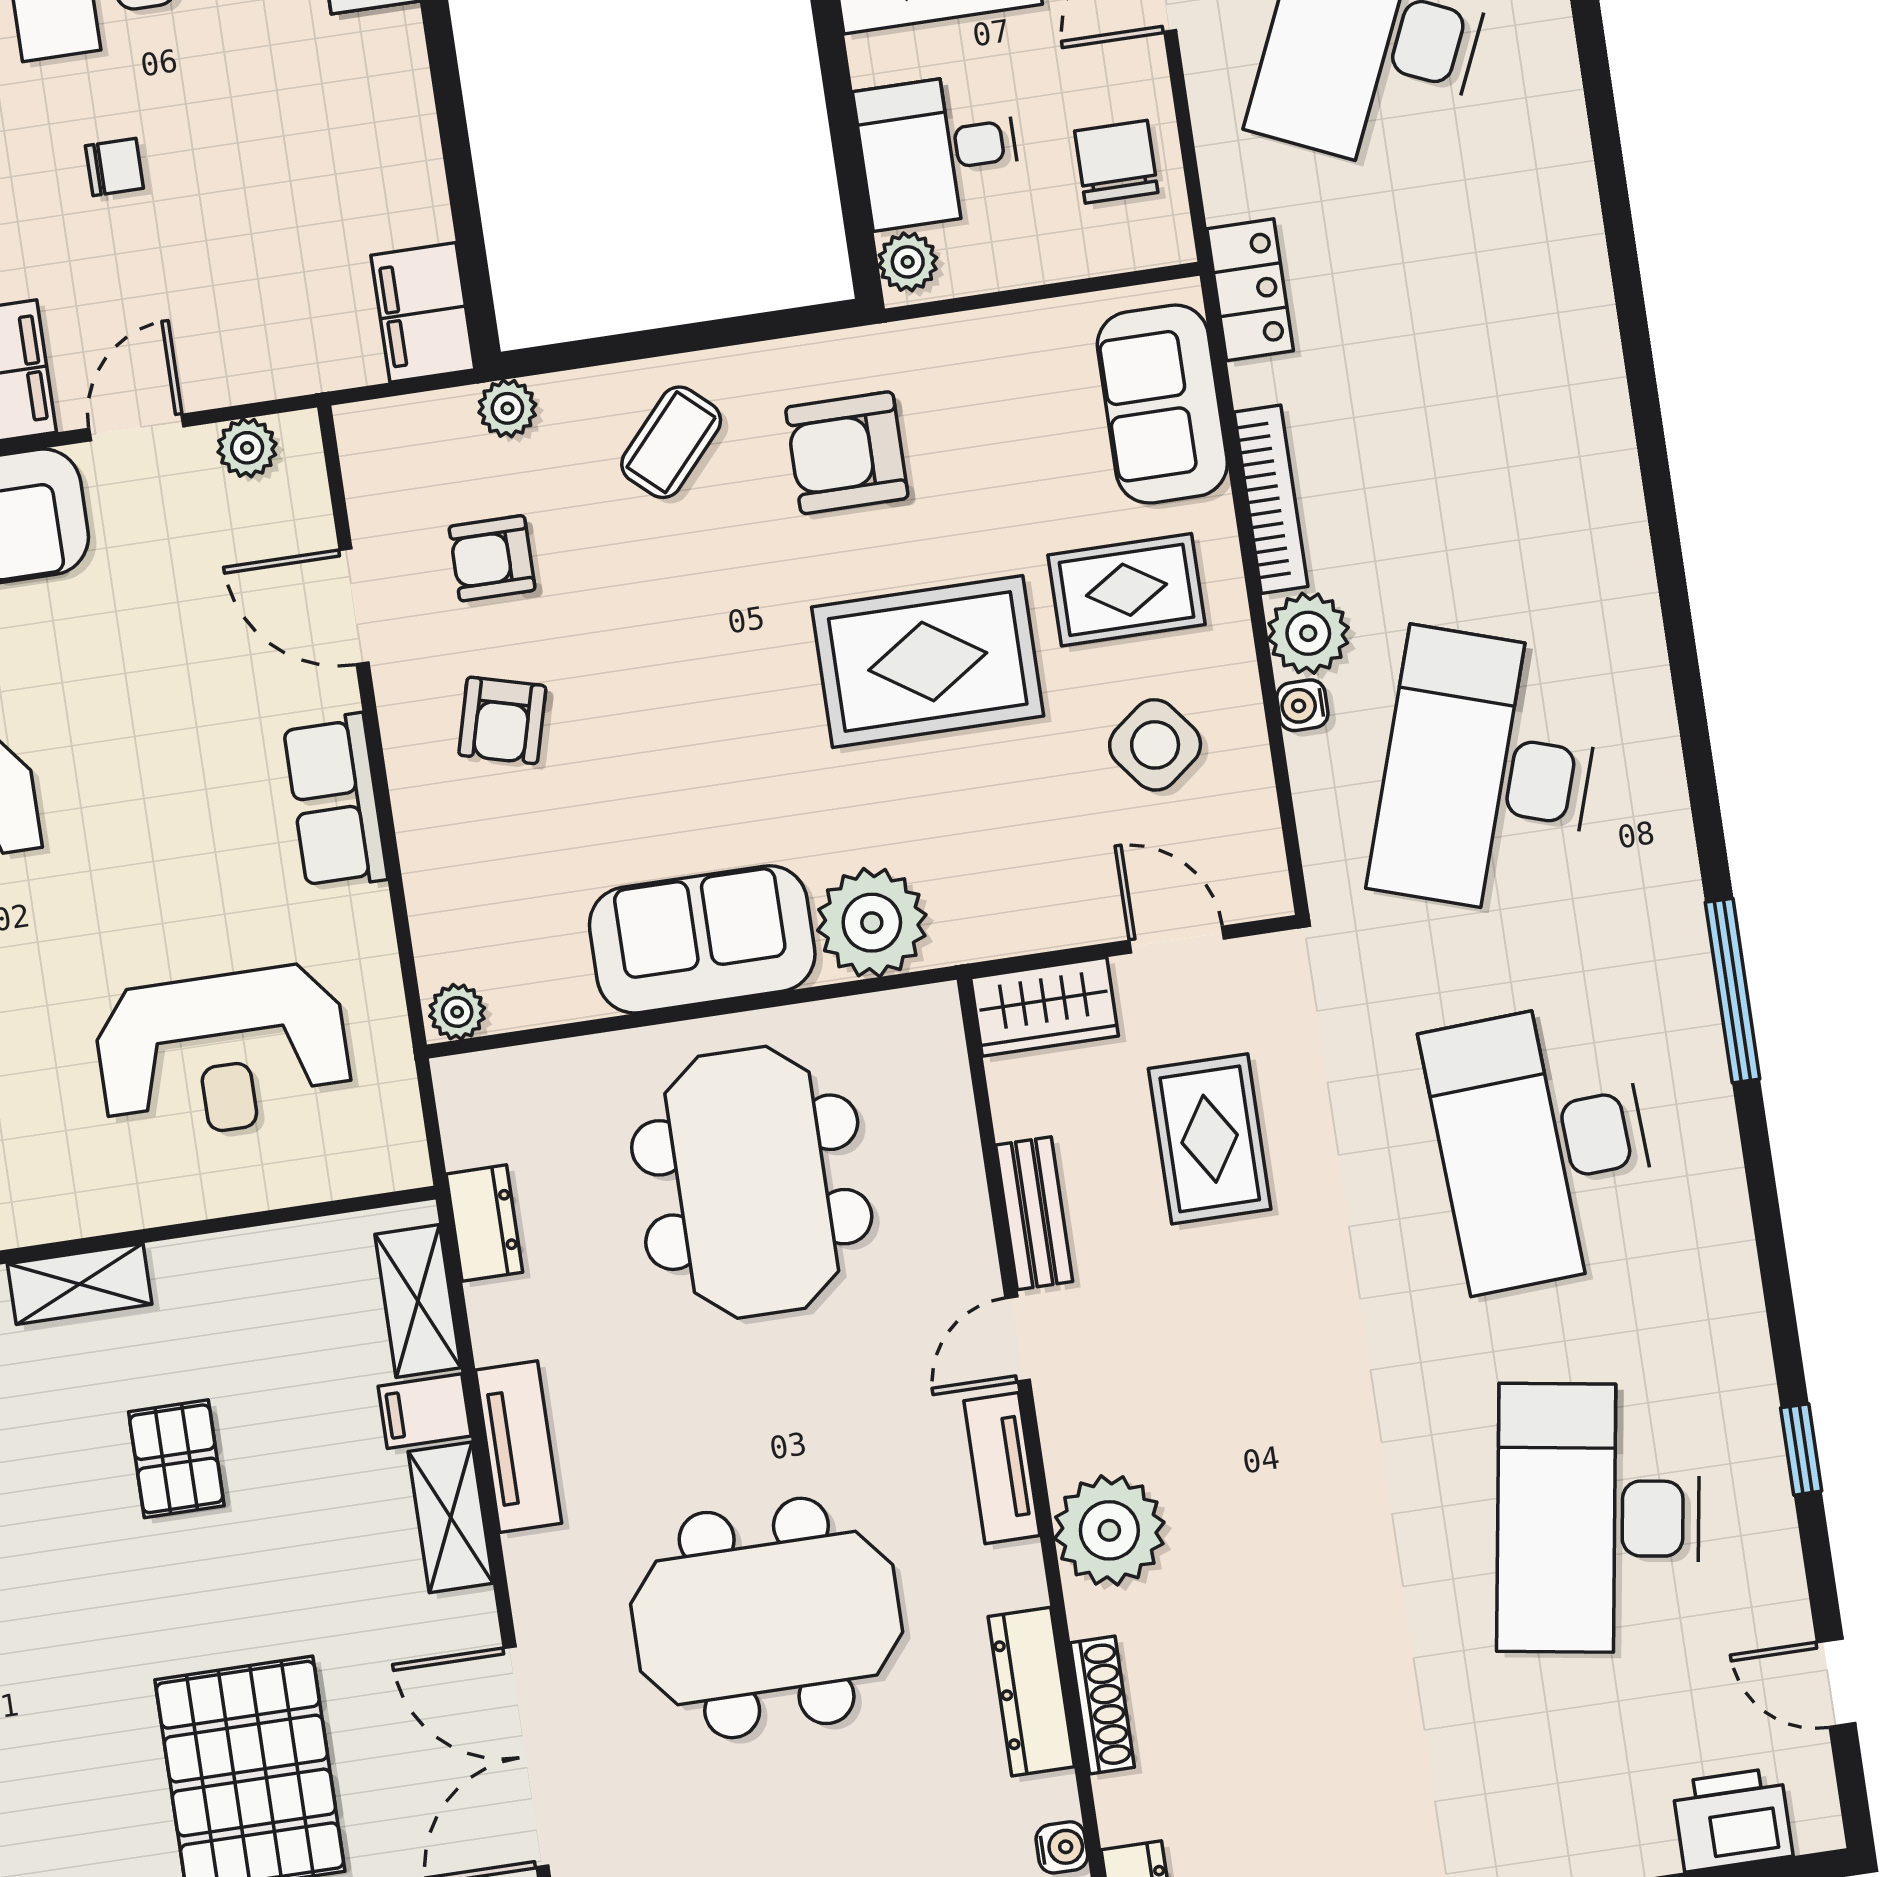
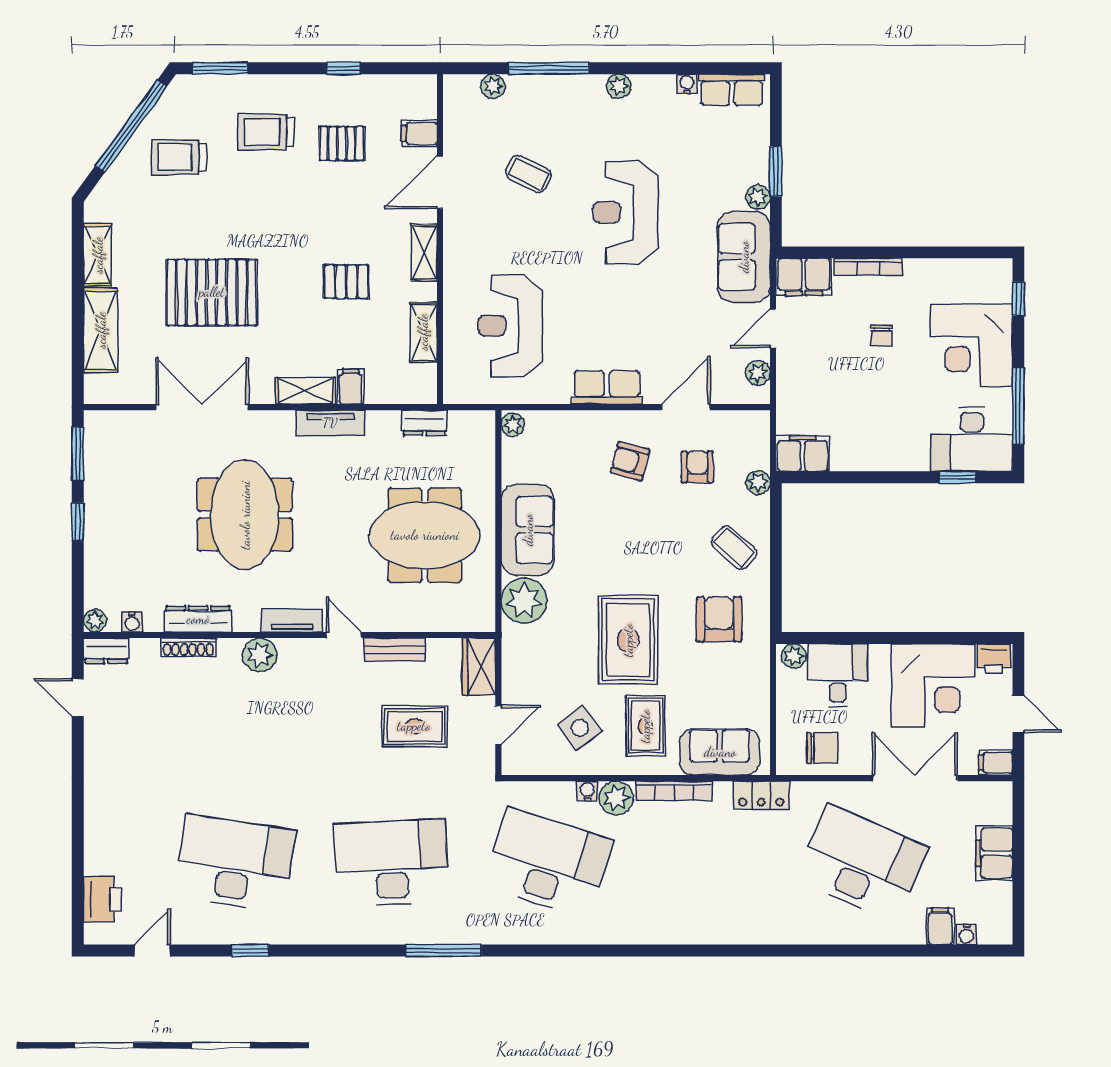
door: (136, 427) -> (773, 329), swing flipped
shelving: (418, 1301) -> (423, 332), moved, turned 90
plant: (1109, 1530) -> (260, 655), width x0.73, depth x0.73

